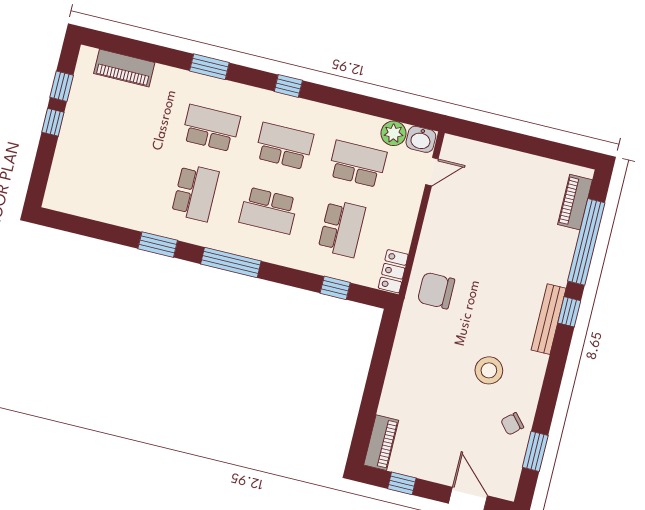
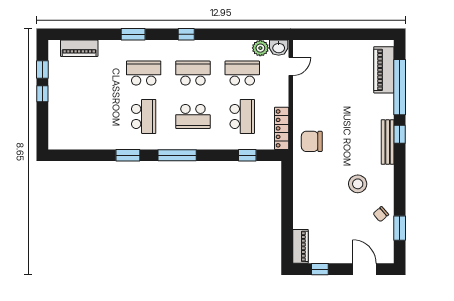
piano: (575, 202) -> (384, 70), width x1.37, depth x1.33
locker: (393, 271) -> (282, 128), width x1.53

